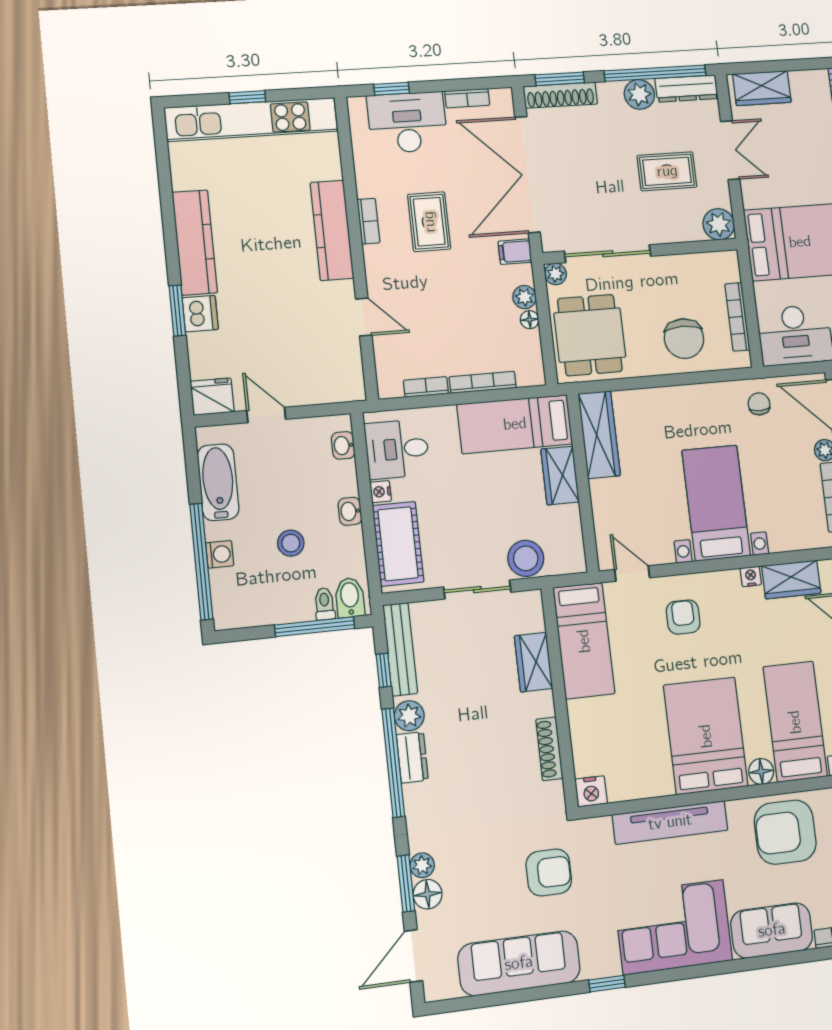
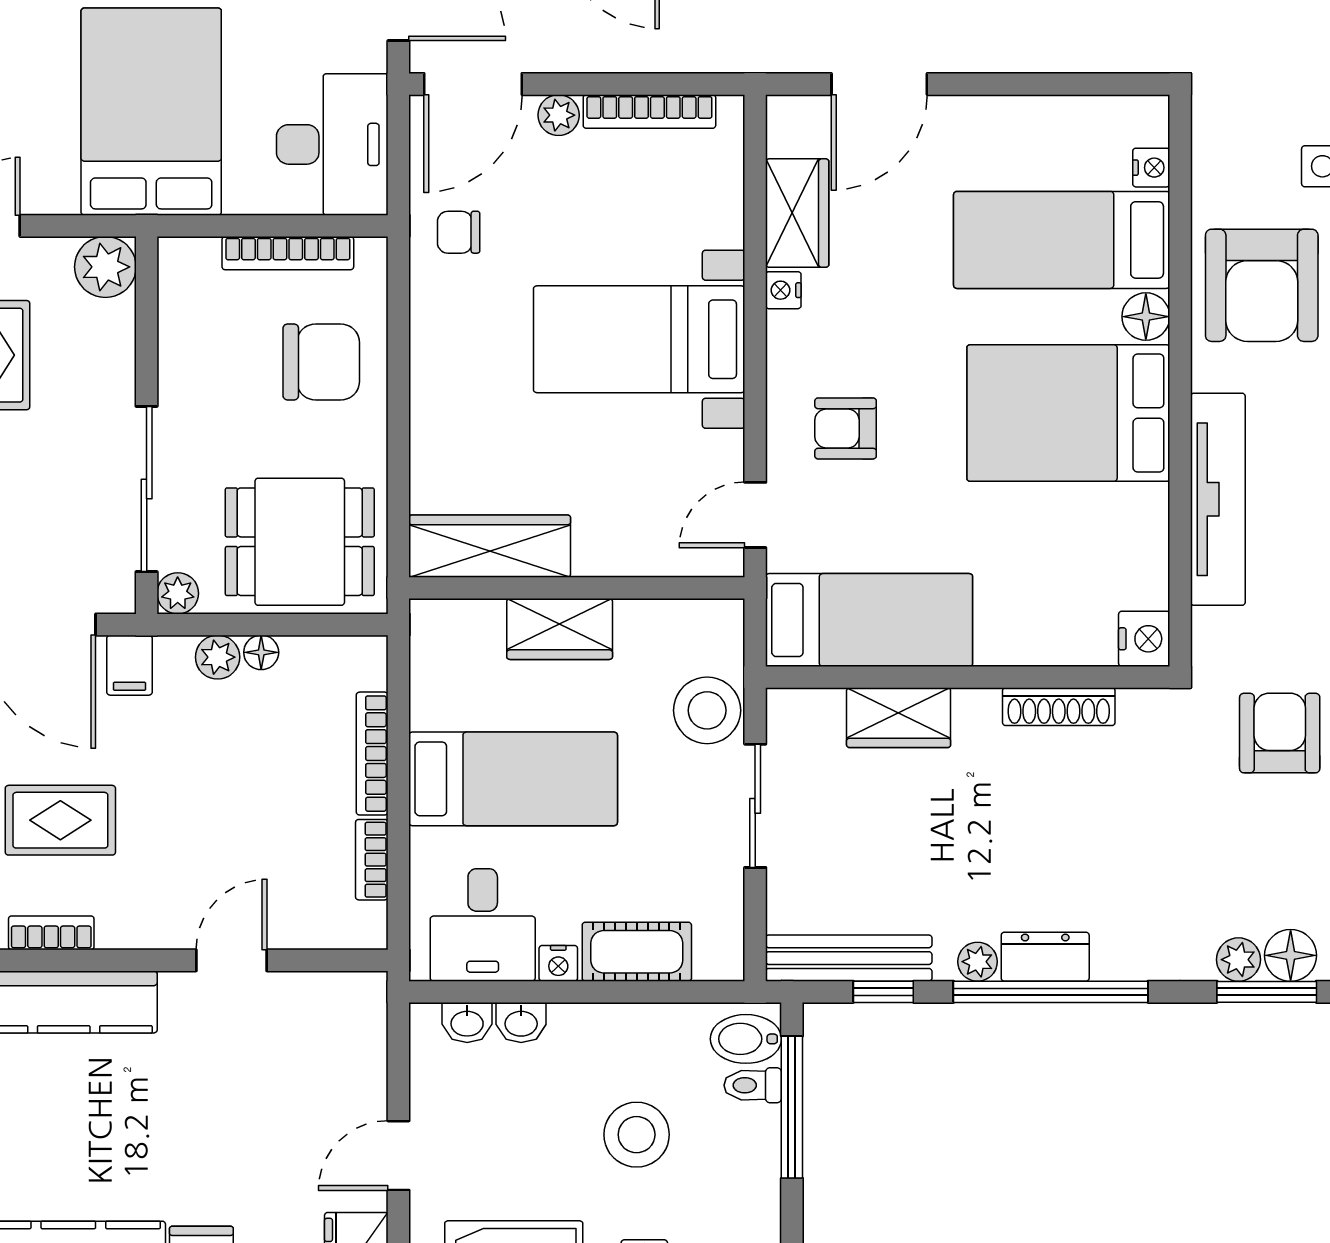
bed: (515, 424) -> (513, 779), moved, turned -90
washbasin: (350, 511) -> (521, 1023), moved
stool: (291, 543) -> (637, 1135), width x1.38, depth x1.38
cot: (398, 544) -> (637, 952), width x0.73, depth x0.75
plant: (409, 716) -> (978, 962), width x0.73, depth x0.73

